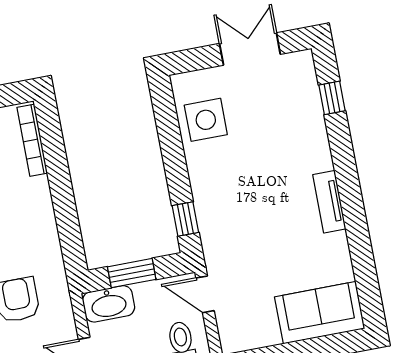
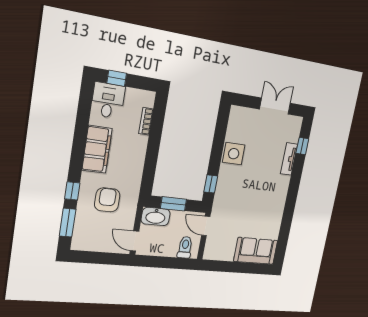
side table: (206, 120) -> (234, 154), moved
bookcase: (32, 140) -> (146, 121), width x0.64
tv unit: (329, 202) -> (289, 159), moved

